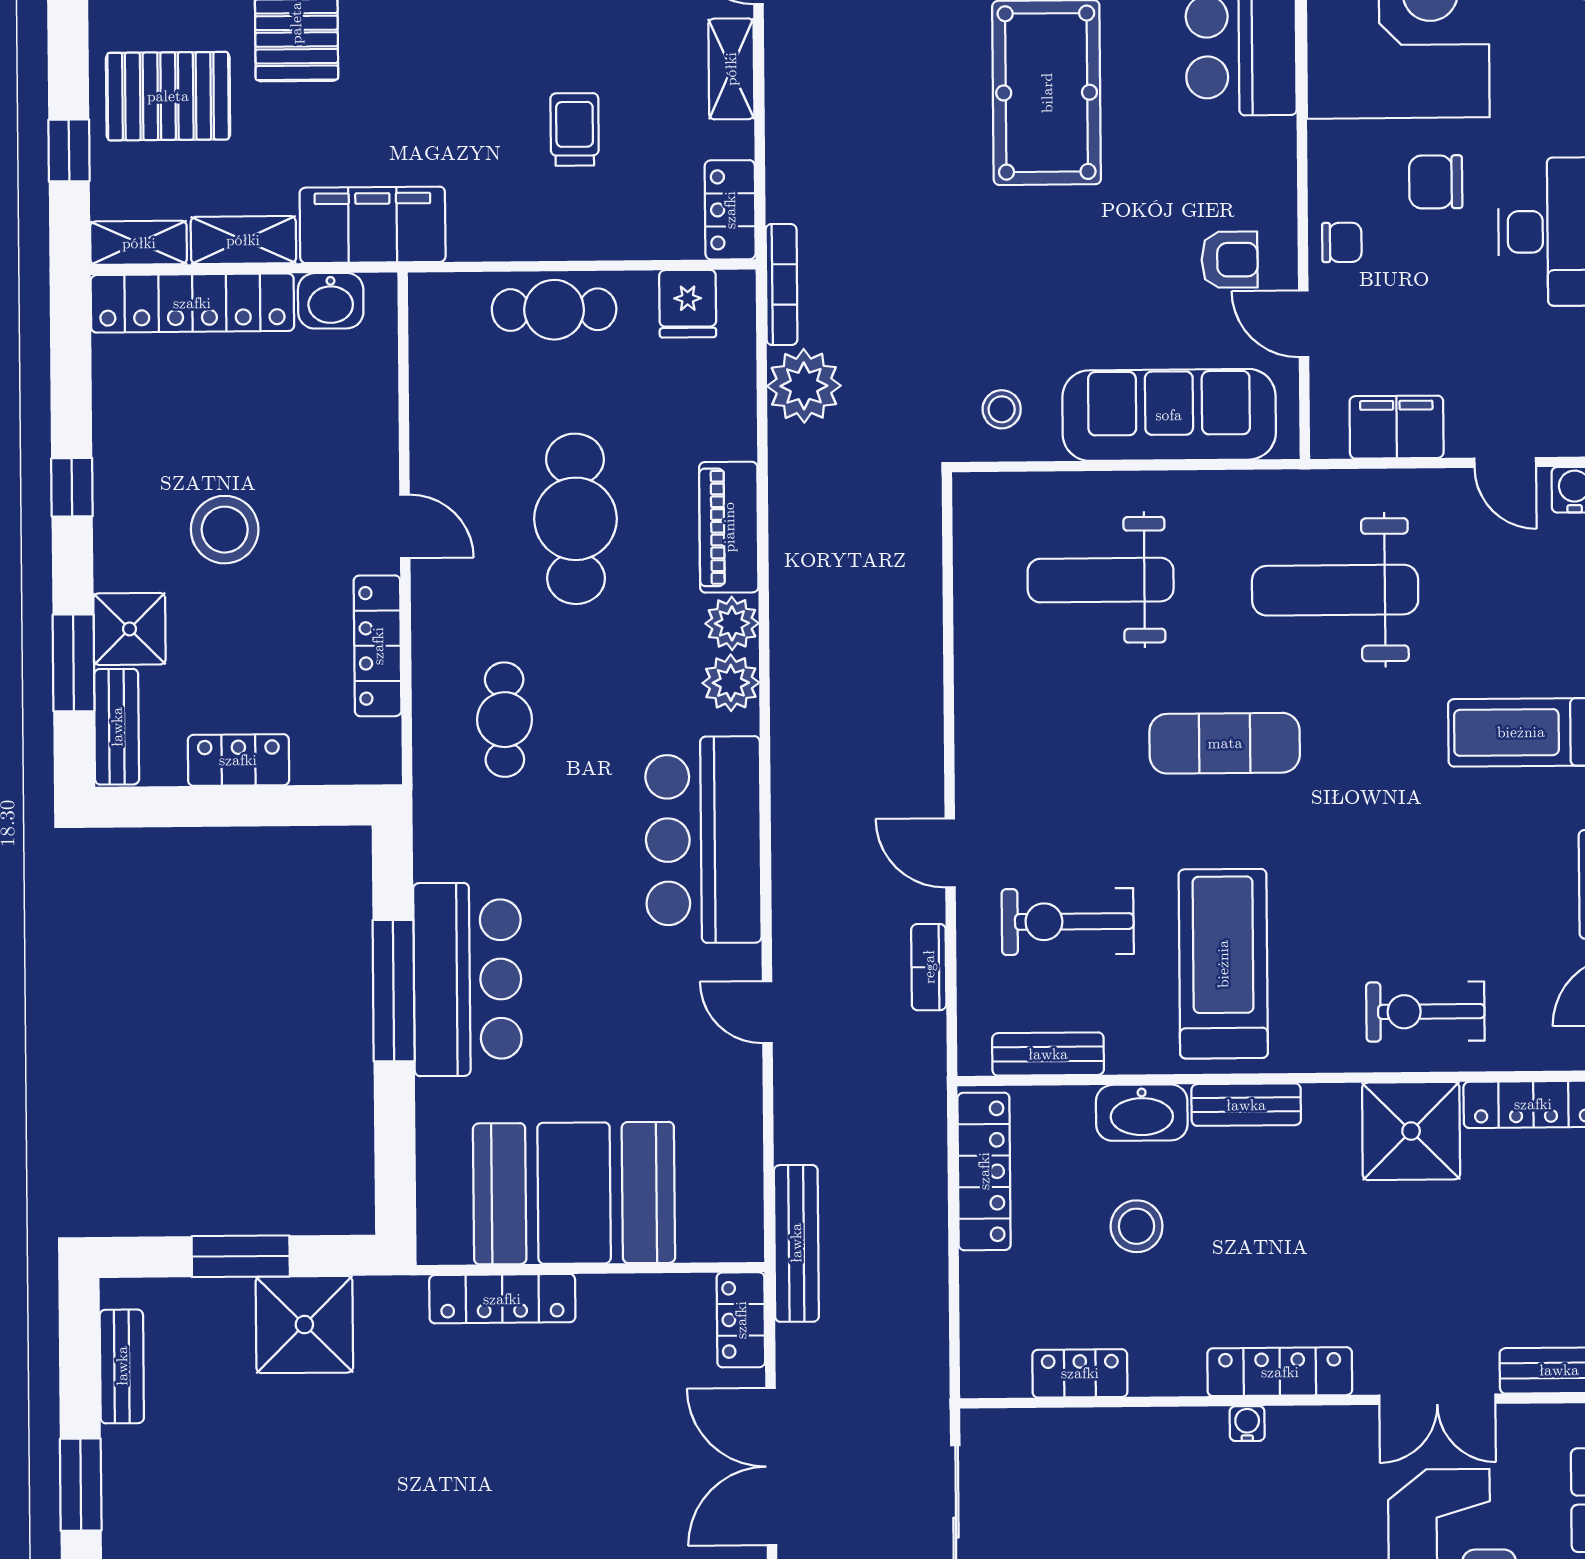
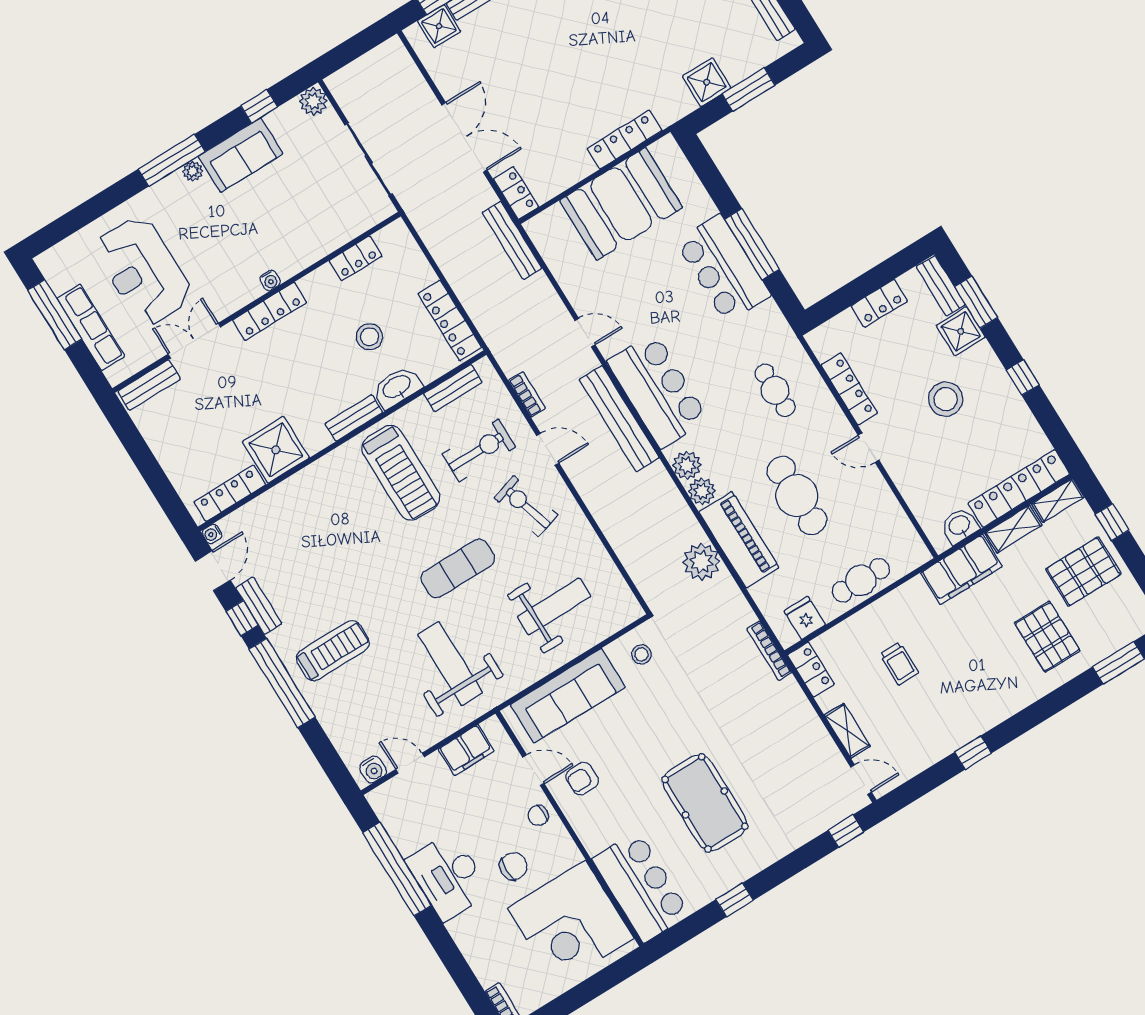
plant: (804, 386) -> (701, 562), moved
piano: (729, 527) -> (739, 540), width x1.37, depth x1.33
weight bench: (1335, 590) -> (450, 663), turned -90
bench: (798, 831) -> (619, 419), added
exercise bike: (1425, 1012) -> (526, 506), moved, turned -107
shower: (304, 1325) -> (707, 82), width x0.73, depth x0.73

